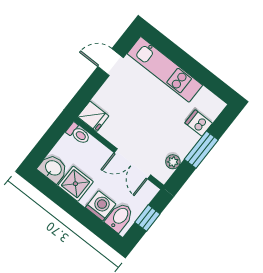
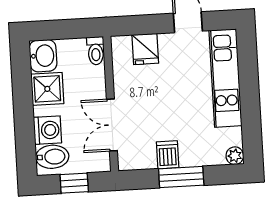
fridge: (93, 116) -> (145, 49), moved
dishwasher: (199, 123) -> (168, 155), moved
plant: (173, 162) -> (235, 156), moved

